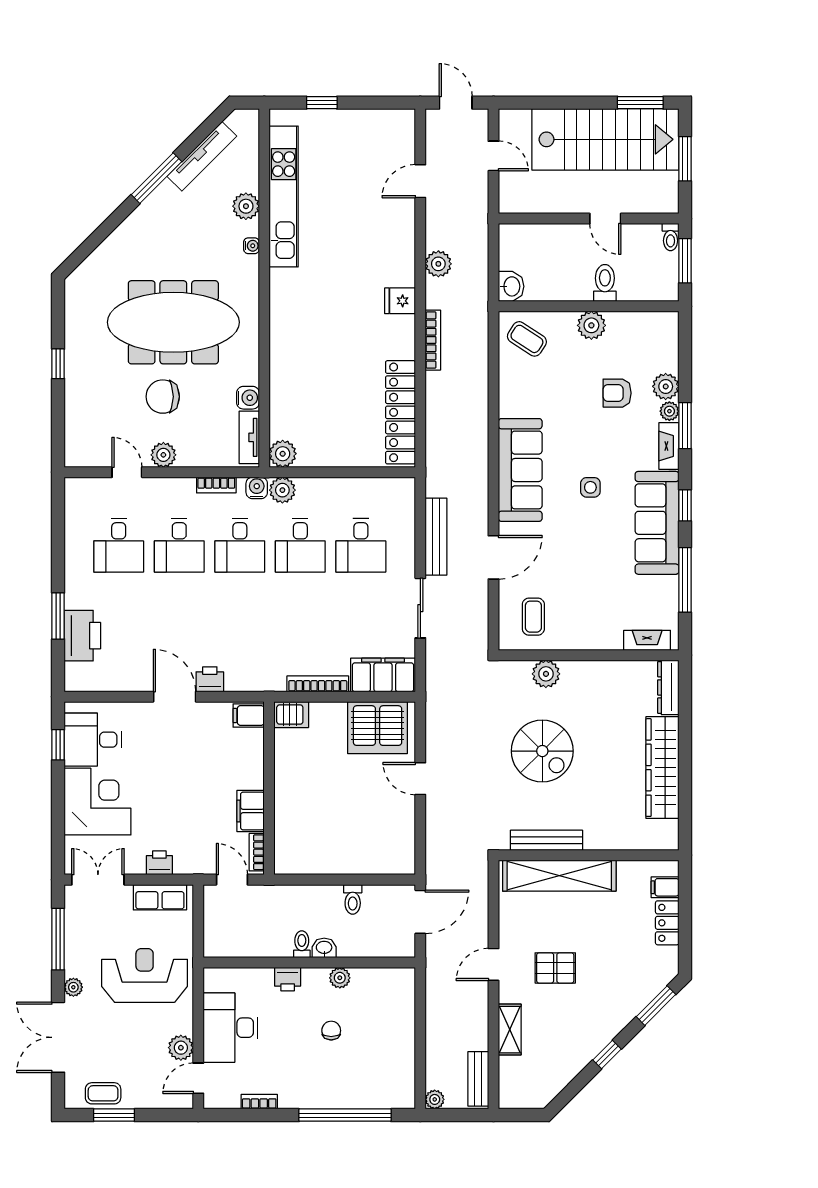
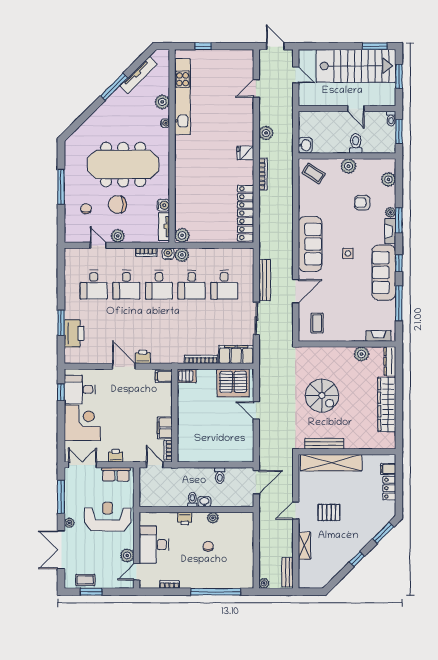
window: (58, 364) -> (61, 187), width x2.17
plant: (666, 386) -> (388, 179), moved
chair: (105, 404) -> (86, 209), added
plant: (546, 674) -> (361, 354), moved

